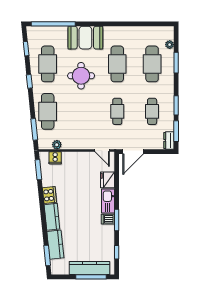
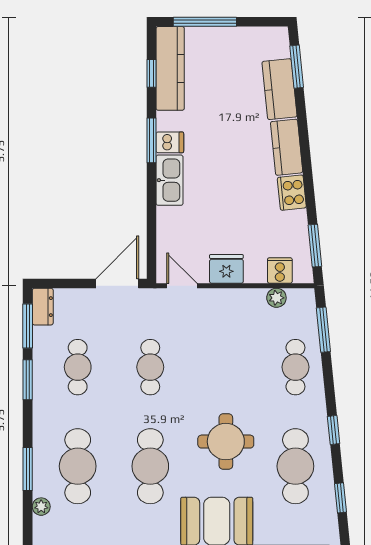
cafe table: (48, 111) -> (295, 367), width x0.73, depth x0.74
fridge: (107, 180) -> (226, 269), moved, turned -90
kitchen counter: (89, 268) -> (170, 68), moved, turned -90

